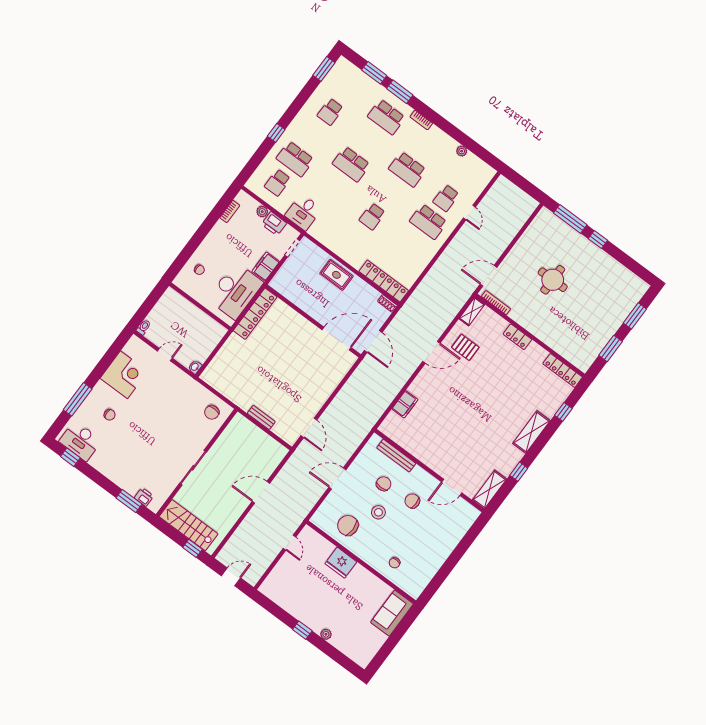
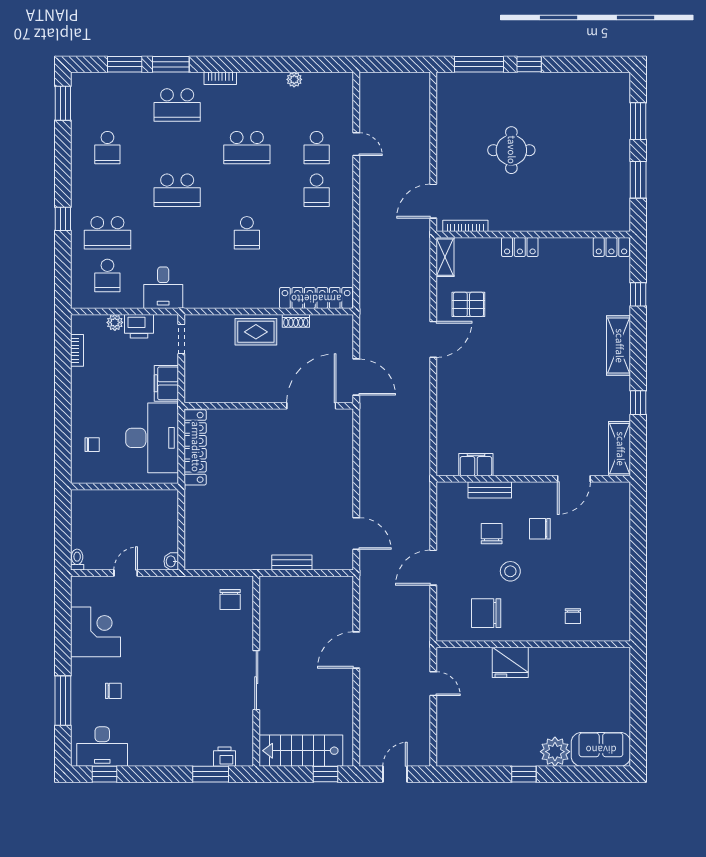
school desk: (428, 222) -> (317, 190), width x0.54
shoe rack: (387, 304) -> (296, 321), moved
locker: (563, 370) -> (611, 247), width x0.66
filing cabinet: (405, 404) -> (476, 465), moved, turned -90
bench: (396, 456) -> (490, 490), width x0.73
sofa: (392, 613) -> (601, 749), moved, turned 90
plant: (326, 634) -> (555, 752), width x1.88, depth x1.88

